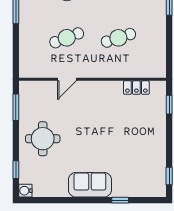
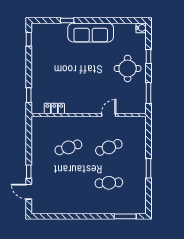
window: (16, 170) -> (149, 57), moved
sofa: (90, 185) -> (91, 32), width x1.36

